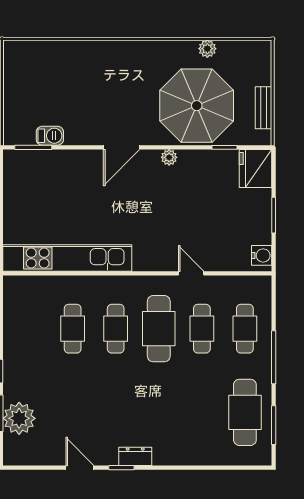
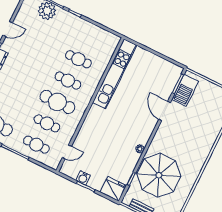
plant: (207, 49) -> (184, 194), removed
barbecue: (50, 136) -> (185, 90), width x1.88, depth x1.53
door: (121, 147) -> (165, 111), moved
water cooler: (262, 255) -> (83, 178), moved
door: (191, 273) -> (67, 152), moved

